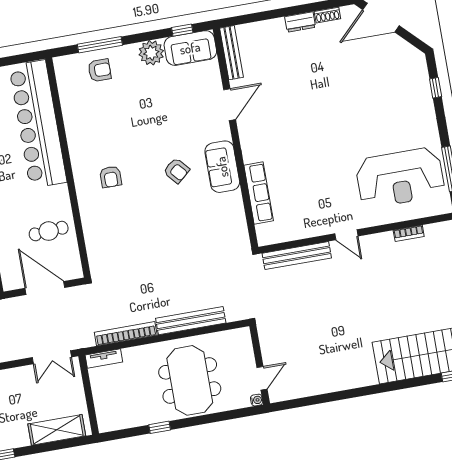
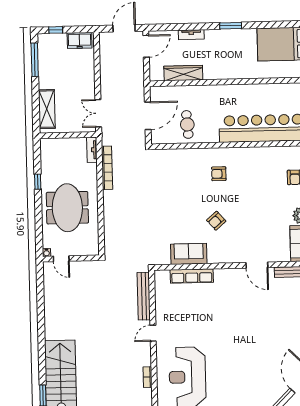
sofa: (222, 167) -> (189, 254), moved
bench: (191, 321) -> (109, 215), removed
meeting table: (190, 380) -> (67, 208), turned 90

